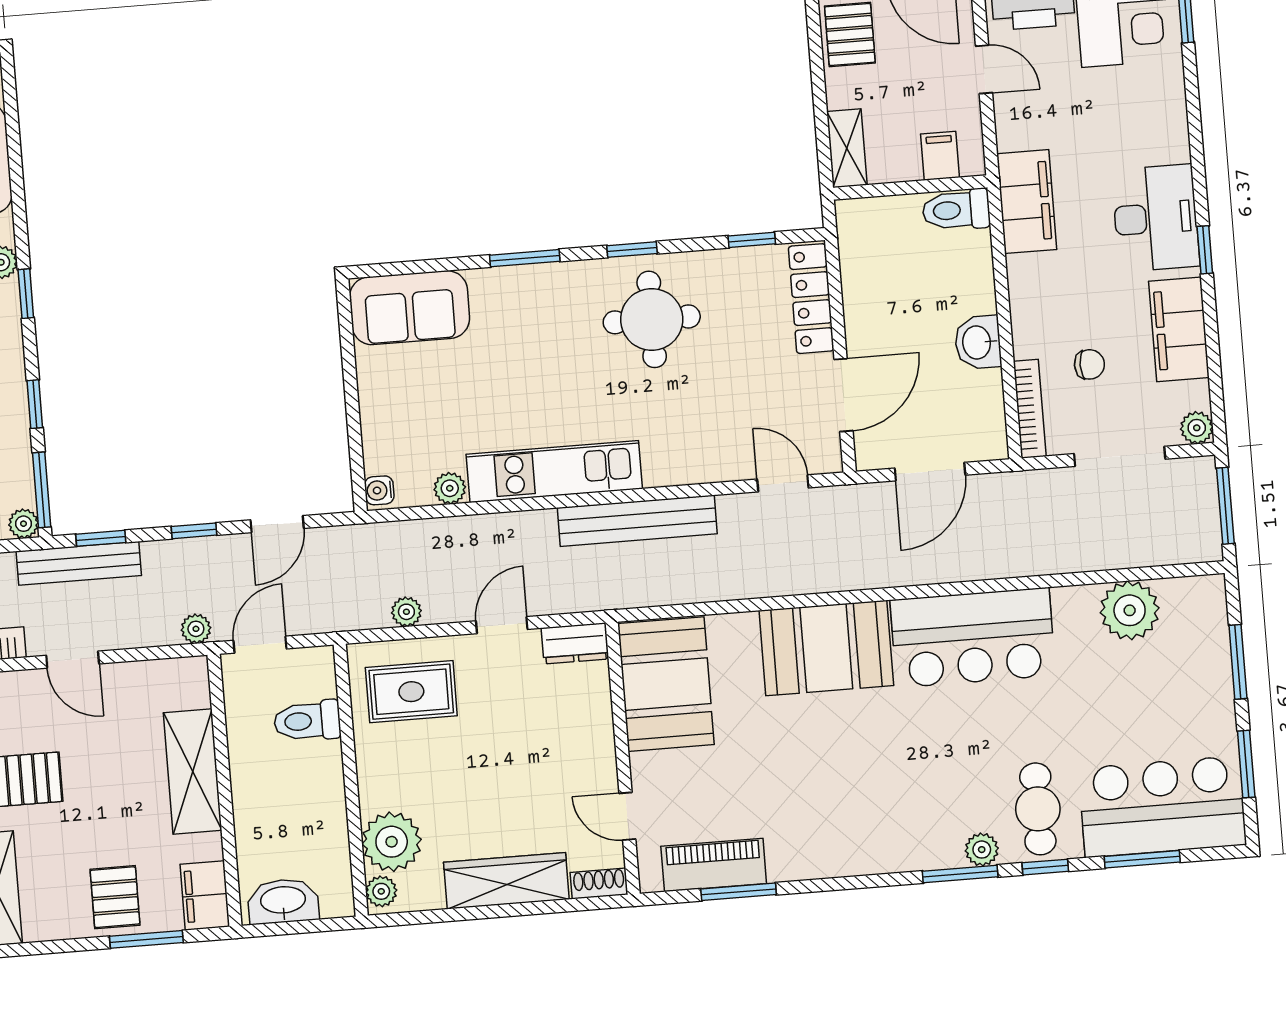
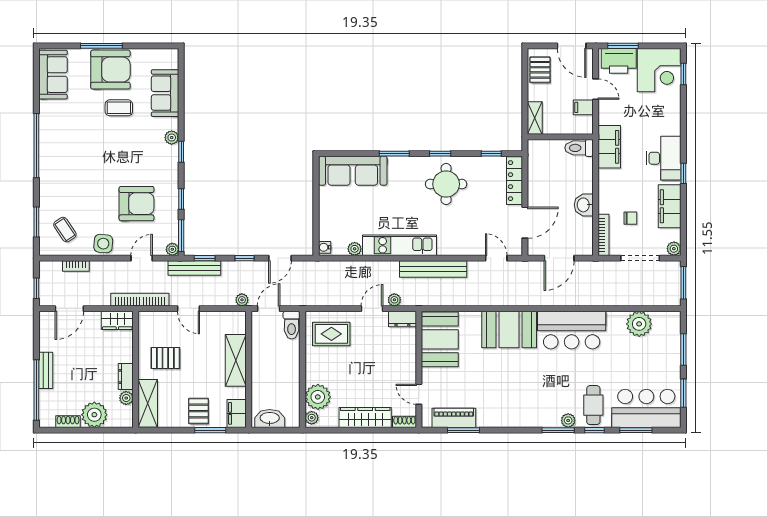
filing cabinet: (940, 156) -> (583, 107), moved, turned -90
sofa: (410, 308) -> (353, 171), width x1.36
plant: (406, 612) -> (394, 300), moved
toilet: (307, 721) -> (292, 325), moved, turned -90

